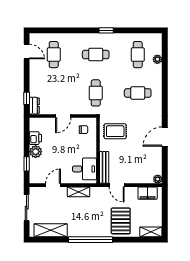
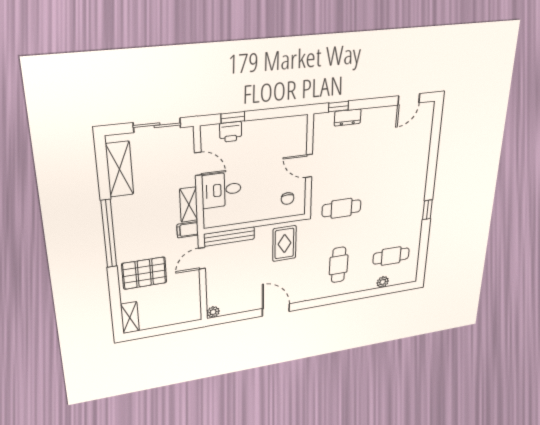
cafe table: (54, 55) -> (401, 141), removed
cafe table: (96, 55) -> (396, 200), removed
dresser: (34, 106) -> (348, 117), moved
printer: (35, 138) -> (231, 132), moved
plant: (36, 152) -> (253, 130), removed
desk: (84, 169) -> (221, 190), moved, turned 90
filing cabinet: (148, 193) -> (188, 230), moved, width x0.50

